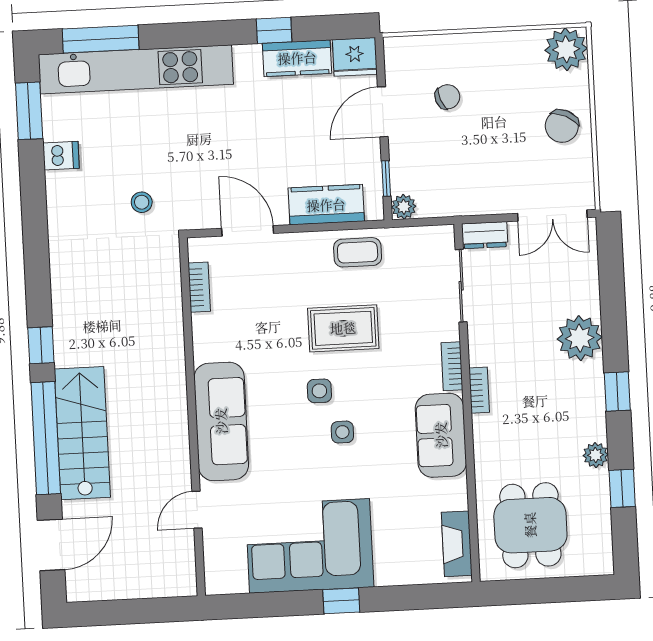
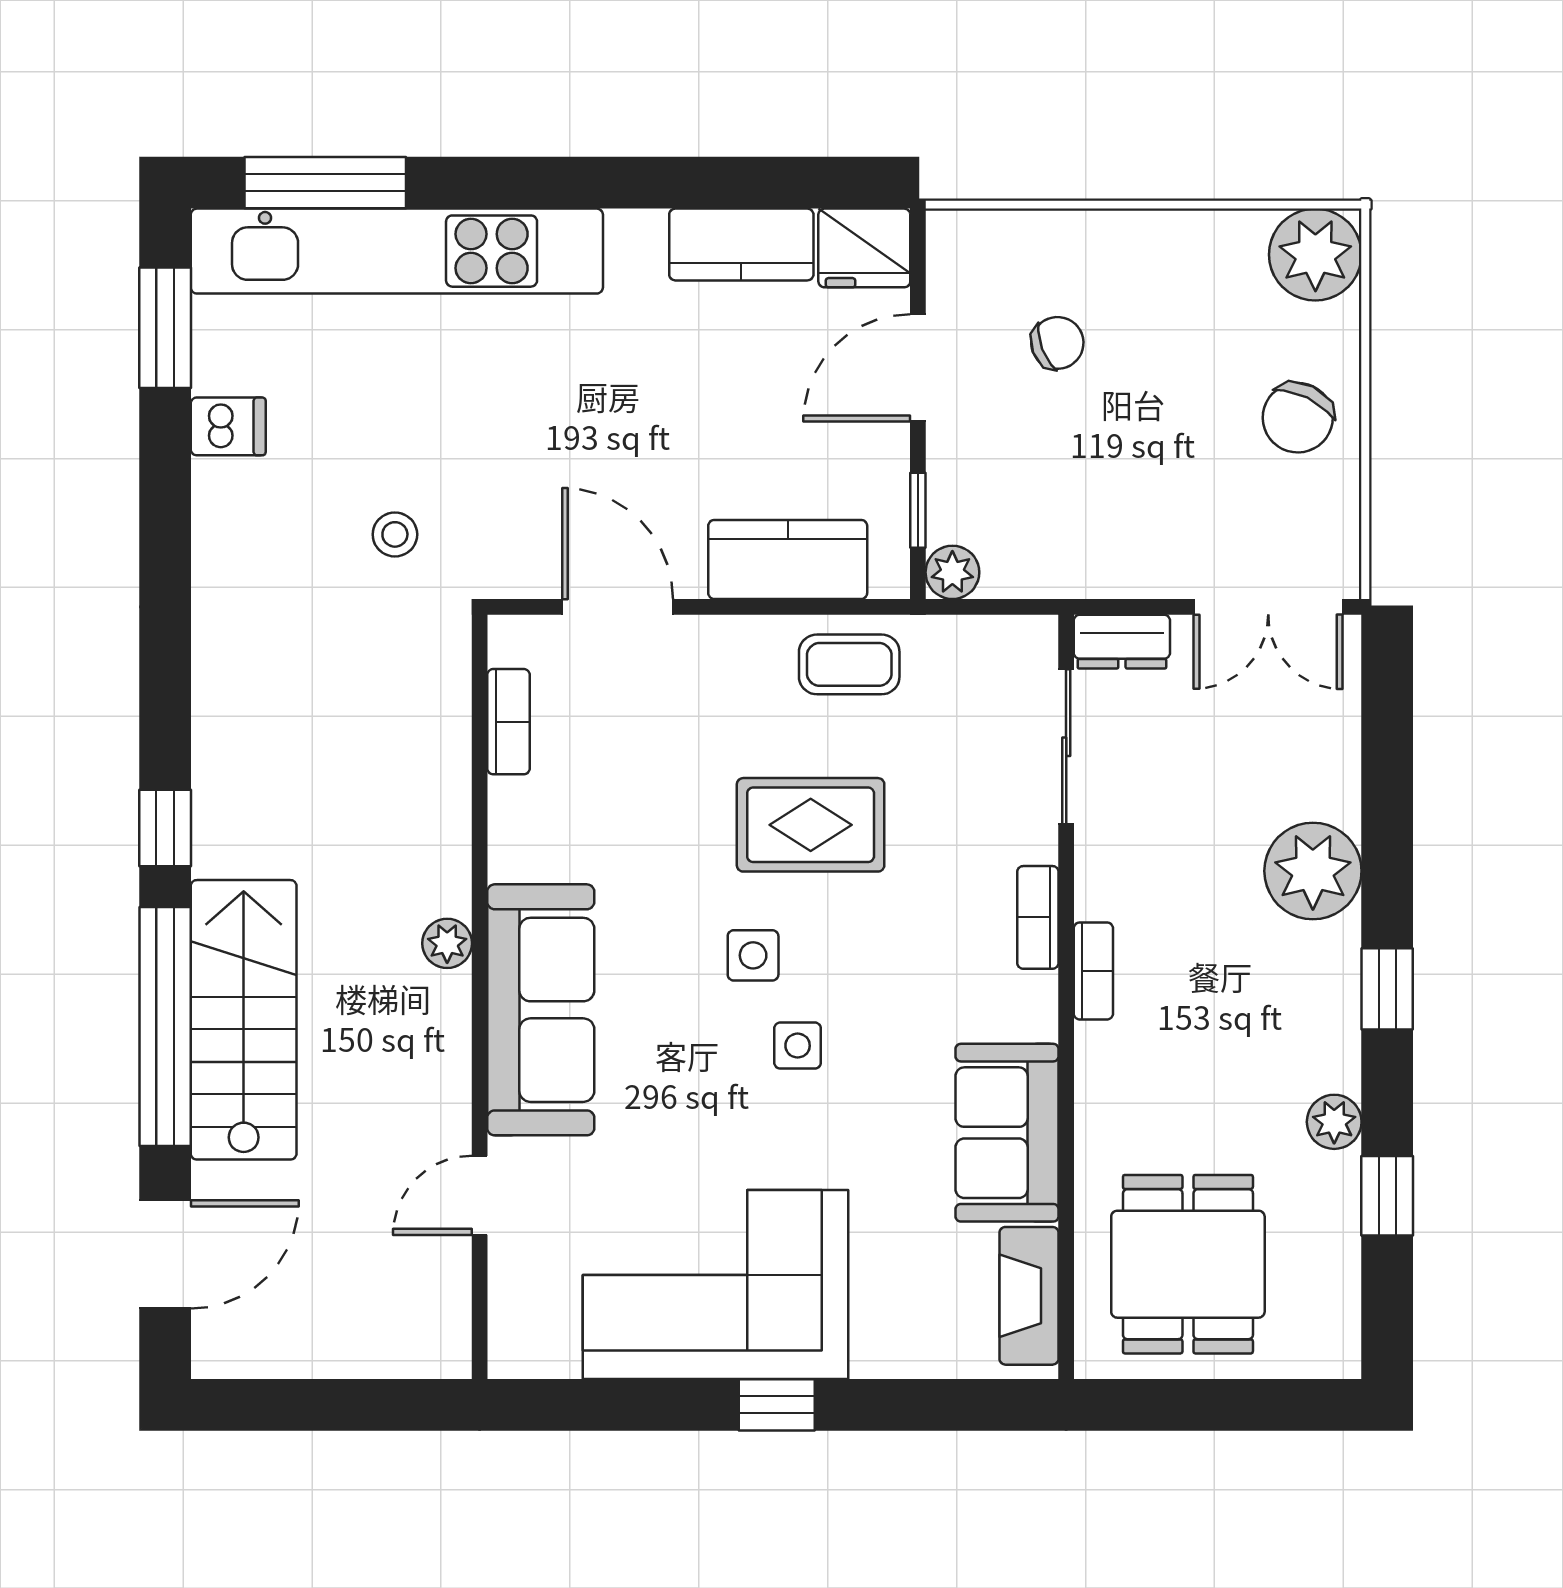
window: (274, 30) -> (695, 183), removed
plant: (176, 392) -> (447, 943), added
sofa: (441, 435) -> (1007, 1133), moved

